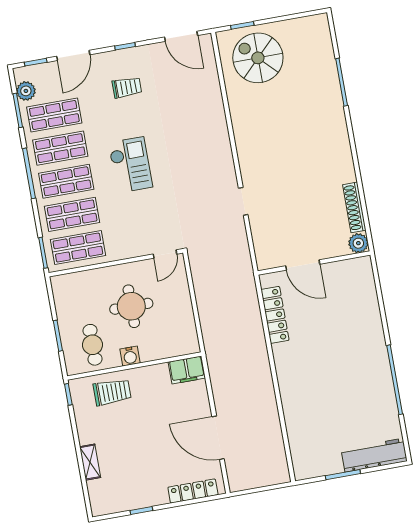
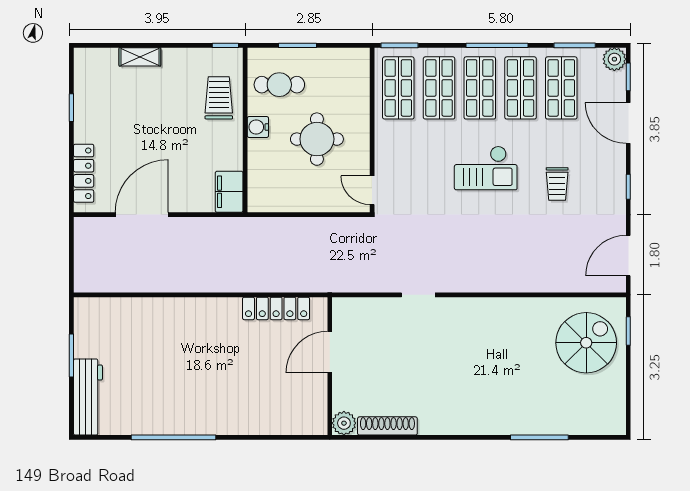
trolley: (127, 87) -> (557, 184), moved
plant: (26, 91) -> (614, 59), moved
trolley: (112, 392) -> (219, 98), turned 180

